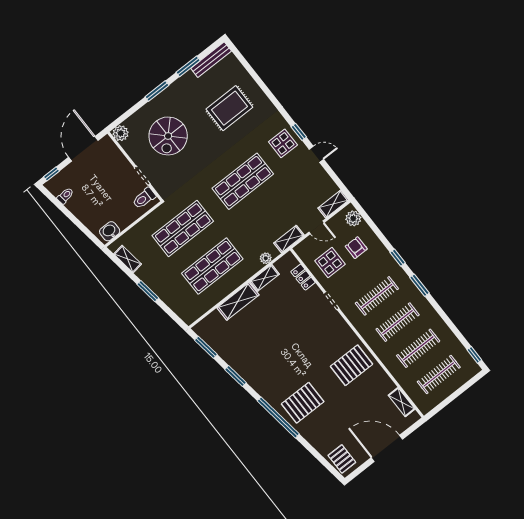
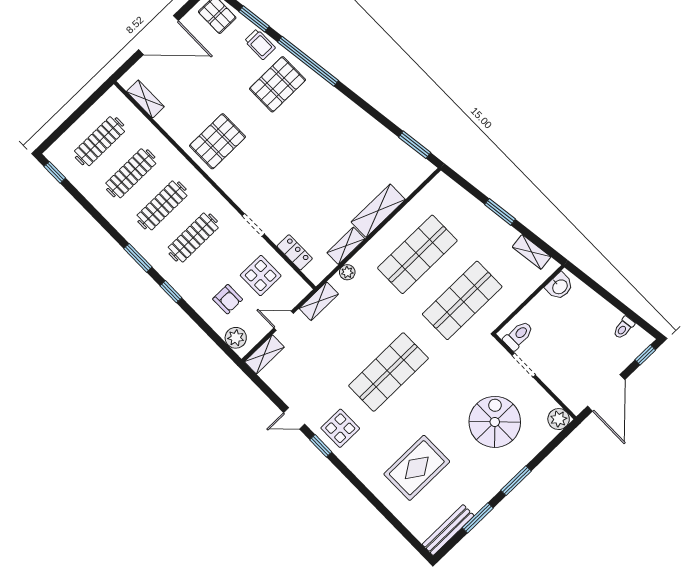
window: (236, 376) -> (254, 19), moved
trolley: (313, 434) -> (260, 44), added

